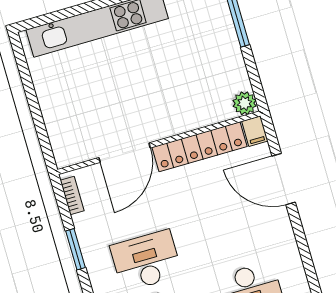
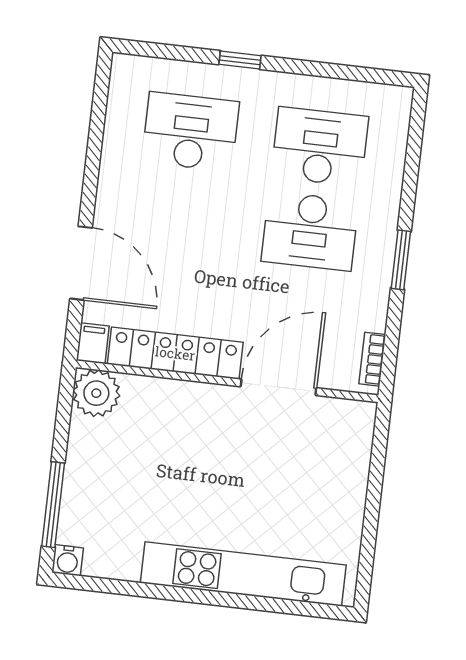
plant: (245, 103) -> (96, 393), width x1.36, depth x1.36
window: (75, 249) -> (401, 260), moved

